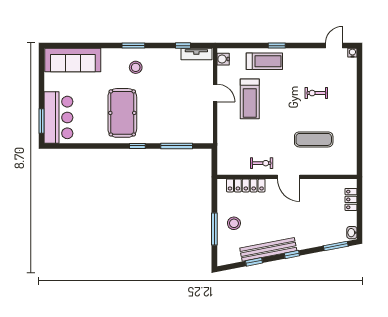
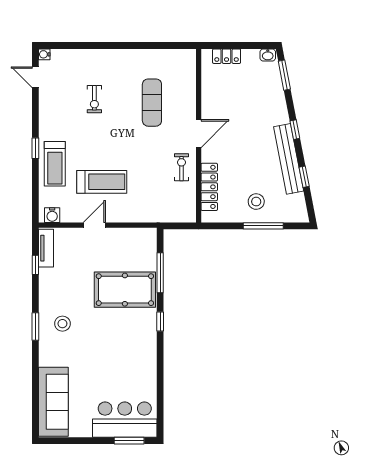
treadmill: (264, 61) -> (55, 164), turned 180
pool table: (122, 113) -> (125, 290), moved

